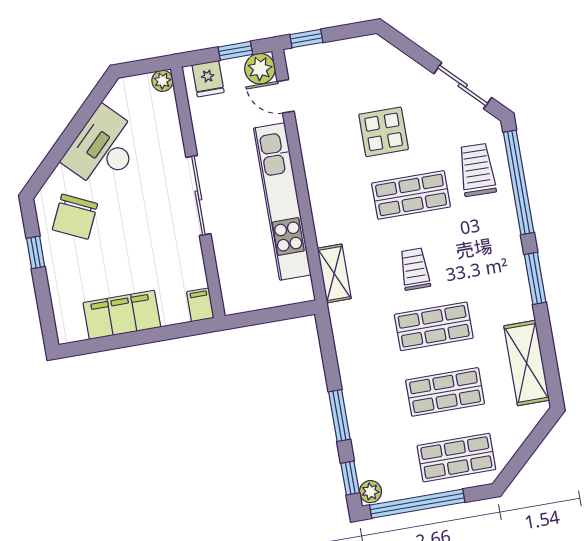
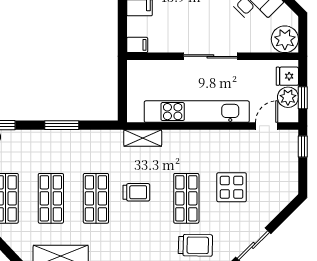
plant: (260, 69) -> (288, 97), moved
plant: (162, 81) -> (285, 39), width x1.87, depth x1.87
window: (339, 415) -> (62, 125), moved

